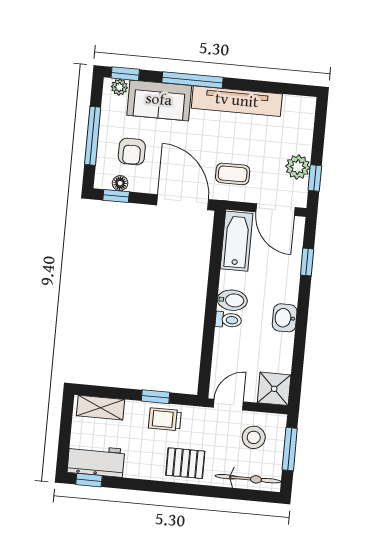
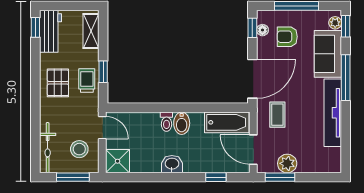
window: (315, 178) -> (280, 177), width x1.50
door: (275, 210) -> (253, 150), hinge flipped
pallet: (185, 463) -> (58, 83), moved

